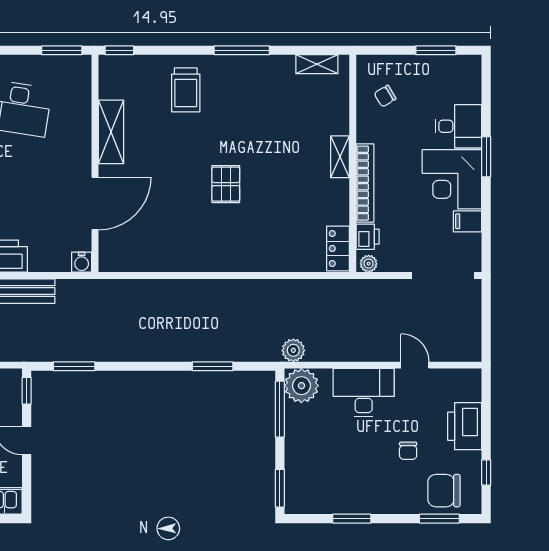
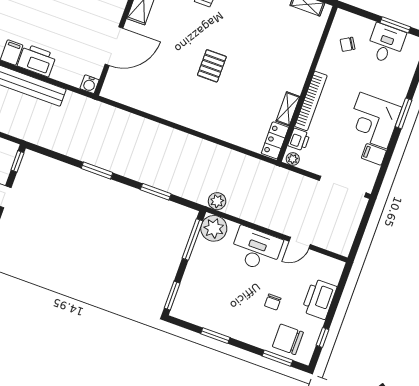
desk: (458, 126) -> (386, 44), moved, turned -90
shelving: (340, 157) -> (288, 109), moved
door: (415, 365) -> (300, 243), swing flipped
window: (74, 366) -> (97, 170), moved

